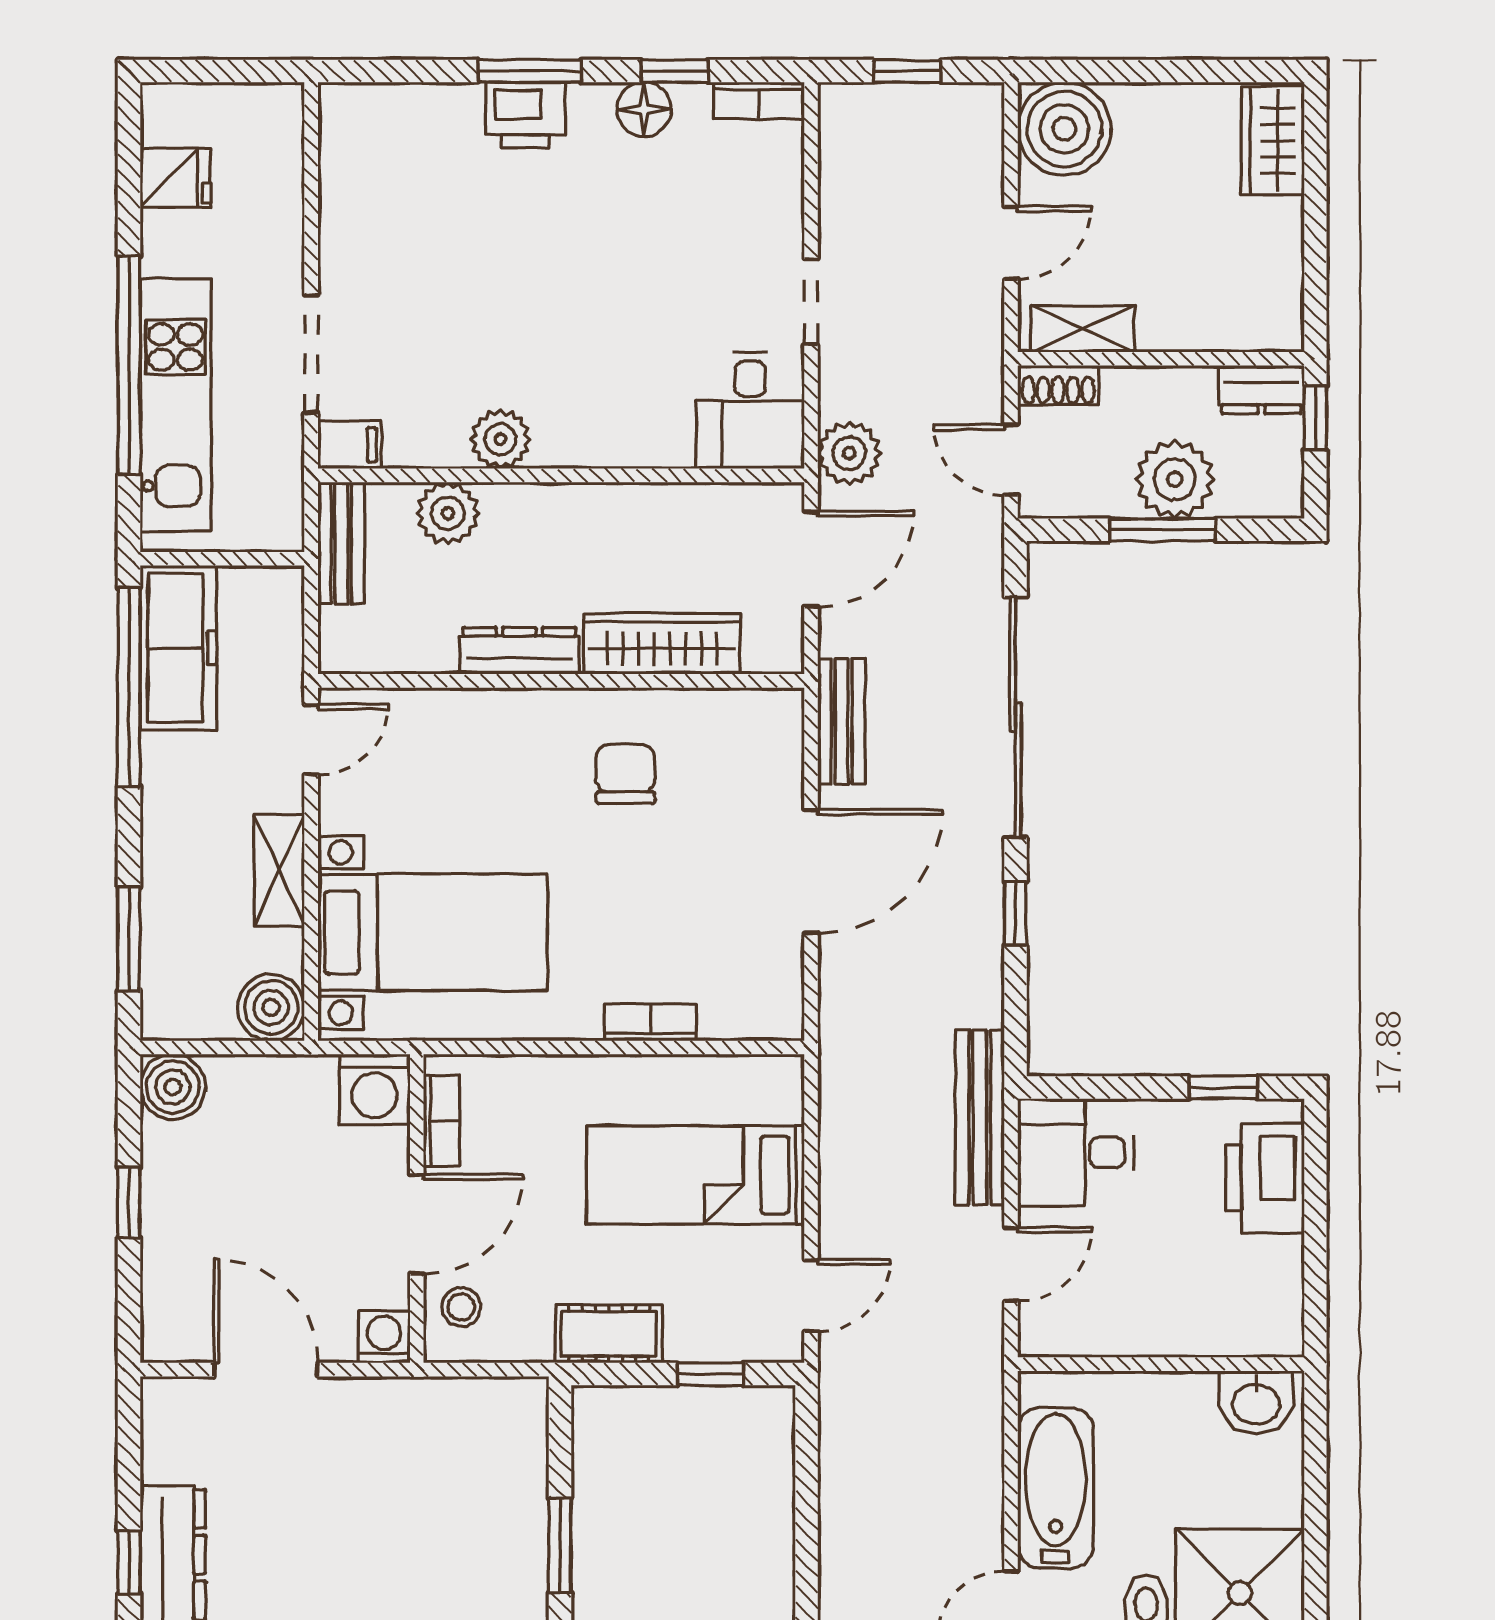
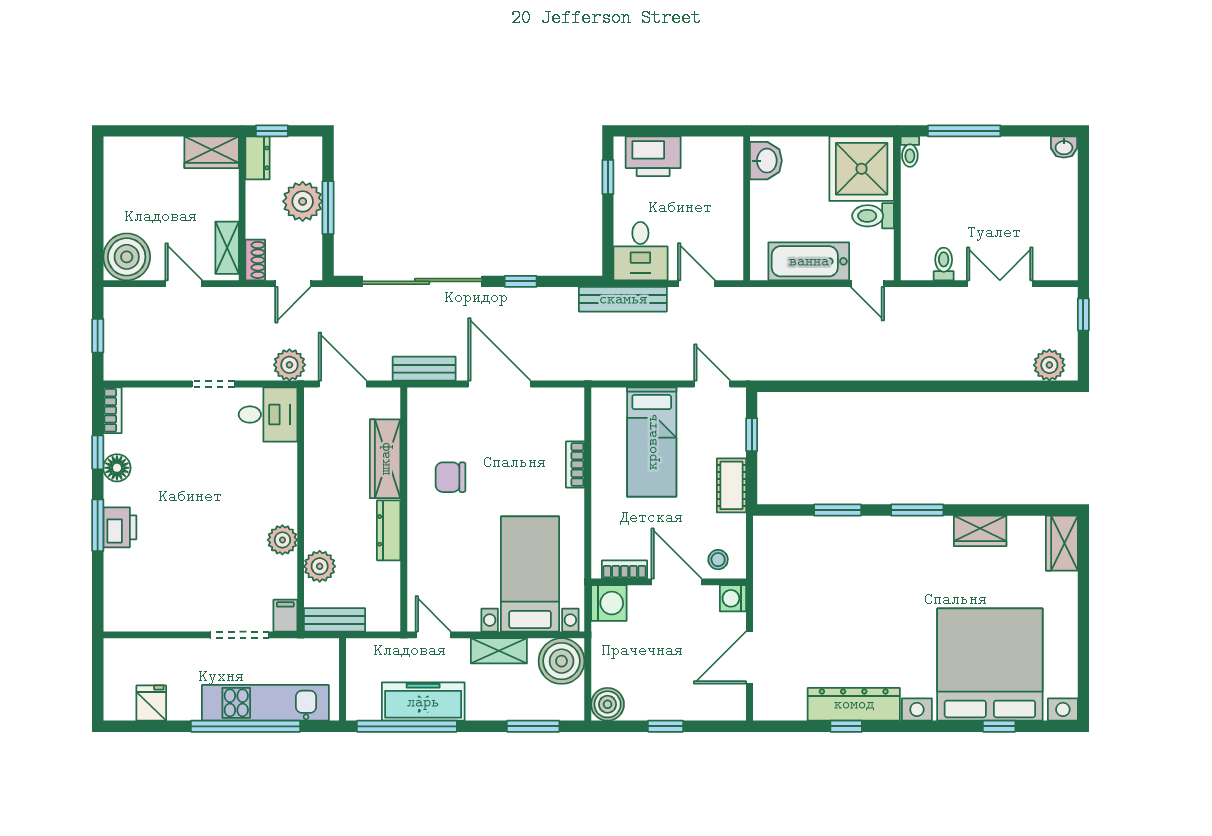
wardrobe: (1273, 141) -> (212, 152), moved
freezer: (178, 648) -> (423, 702), moved
boiler: (271, 1007) -> (562, 661), width x1.37, depth x1.37

